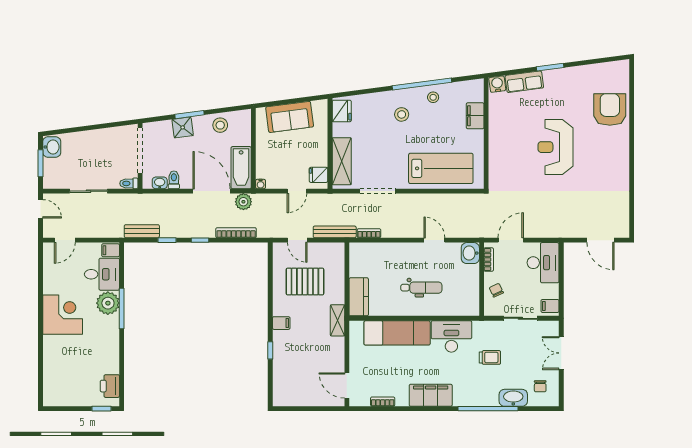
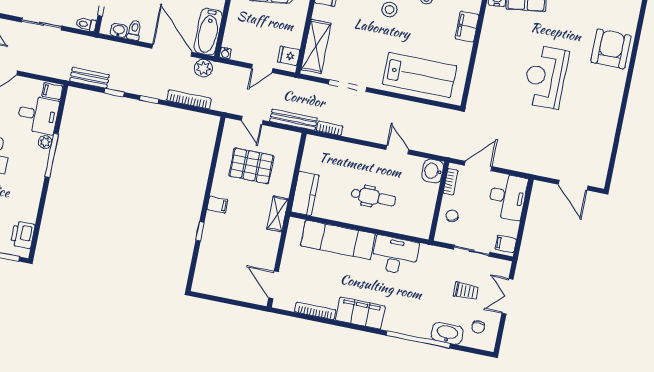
plant: (108, 303) -> (45, 142), width x0.53, depth x0.53
trolley: (490, 357) -> (466, 291), moved
bookcase: (383, 402) -> (315, 311), width x1.56

